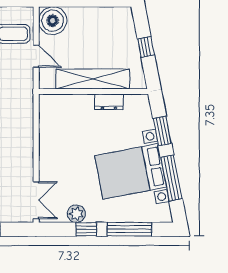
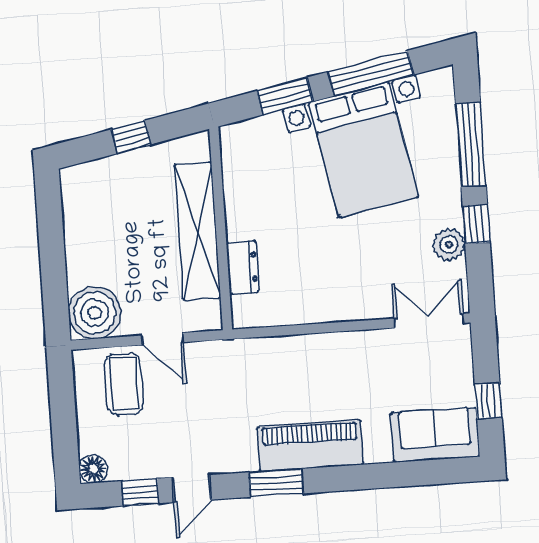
door: (36, 56) -> (163, 339), swing flipped
dresser: (109, 102) -> (243, 267), moved

